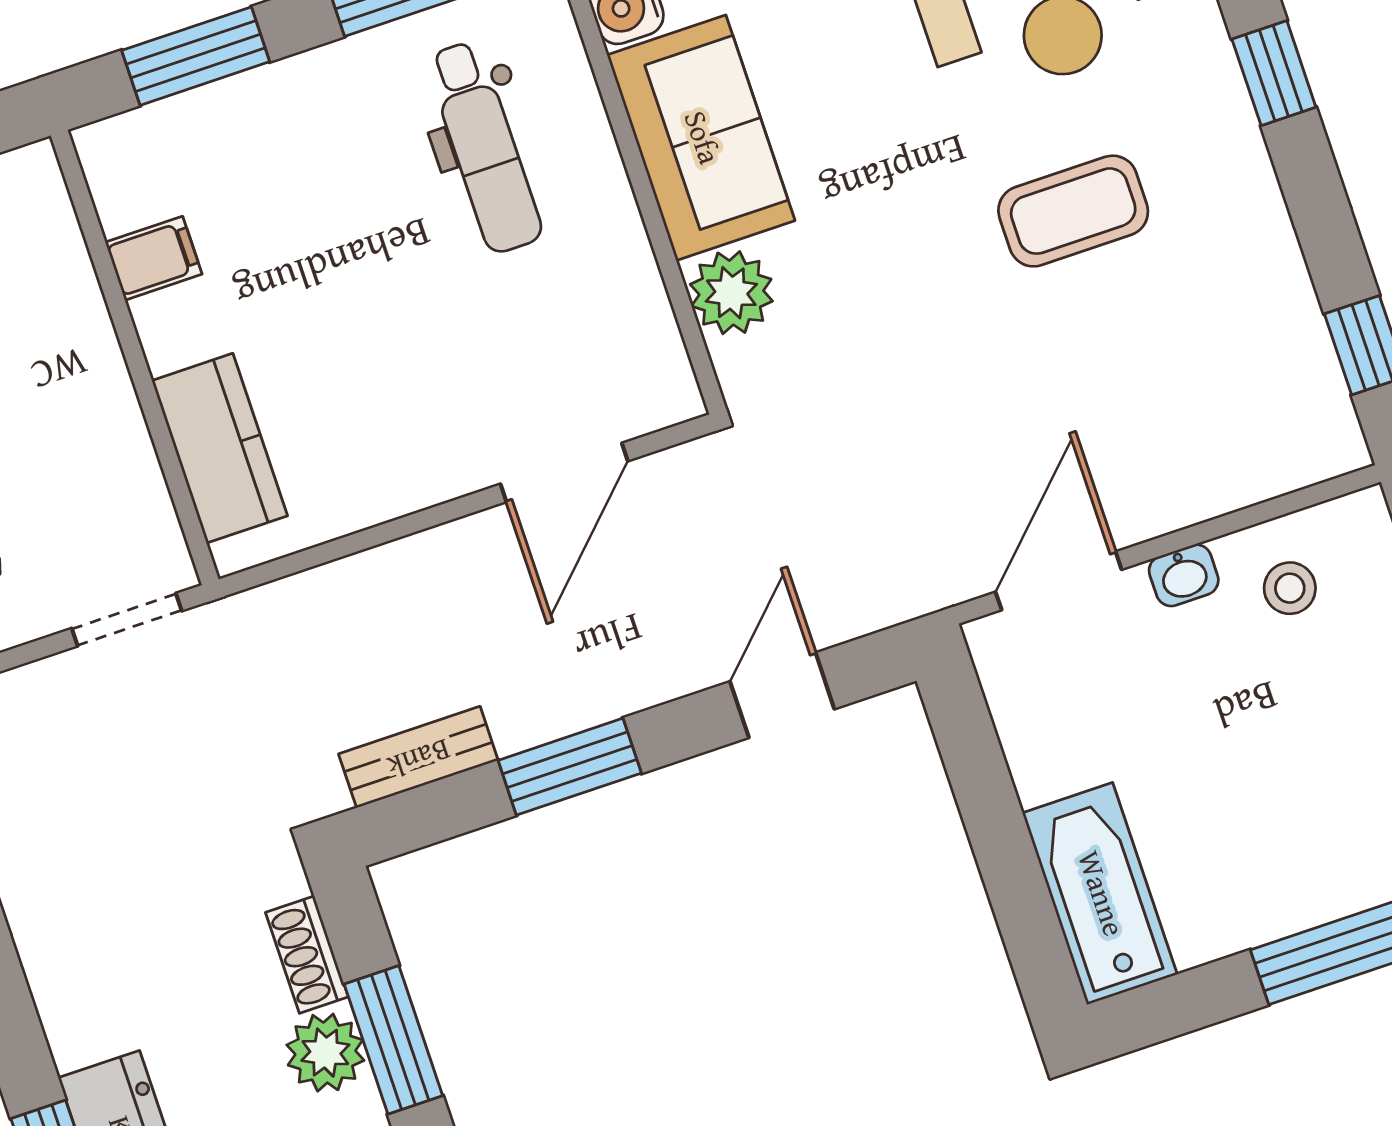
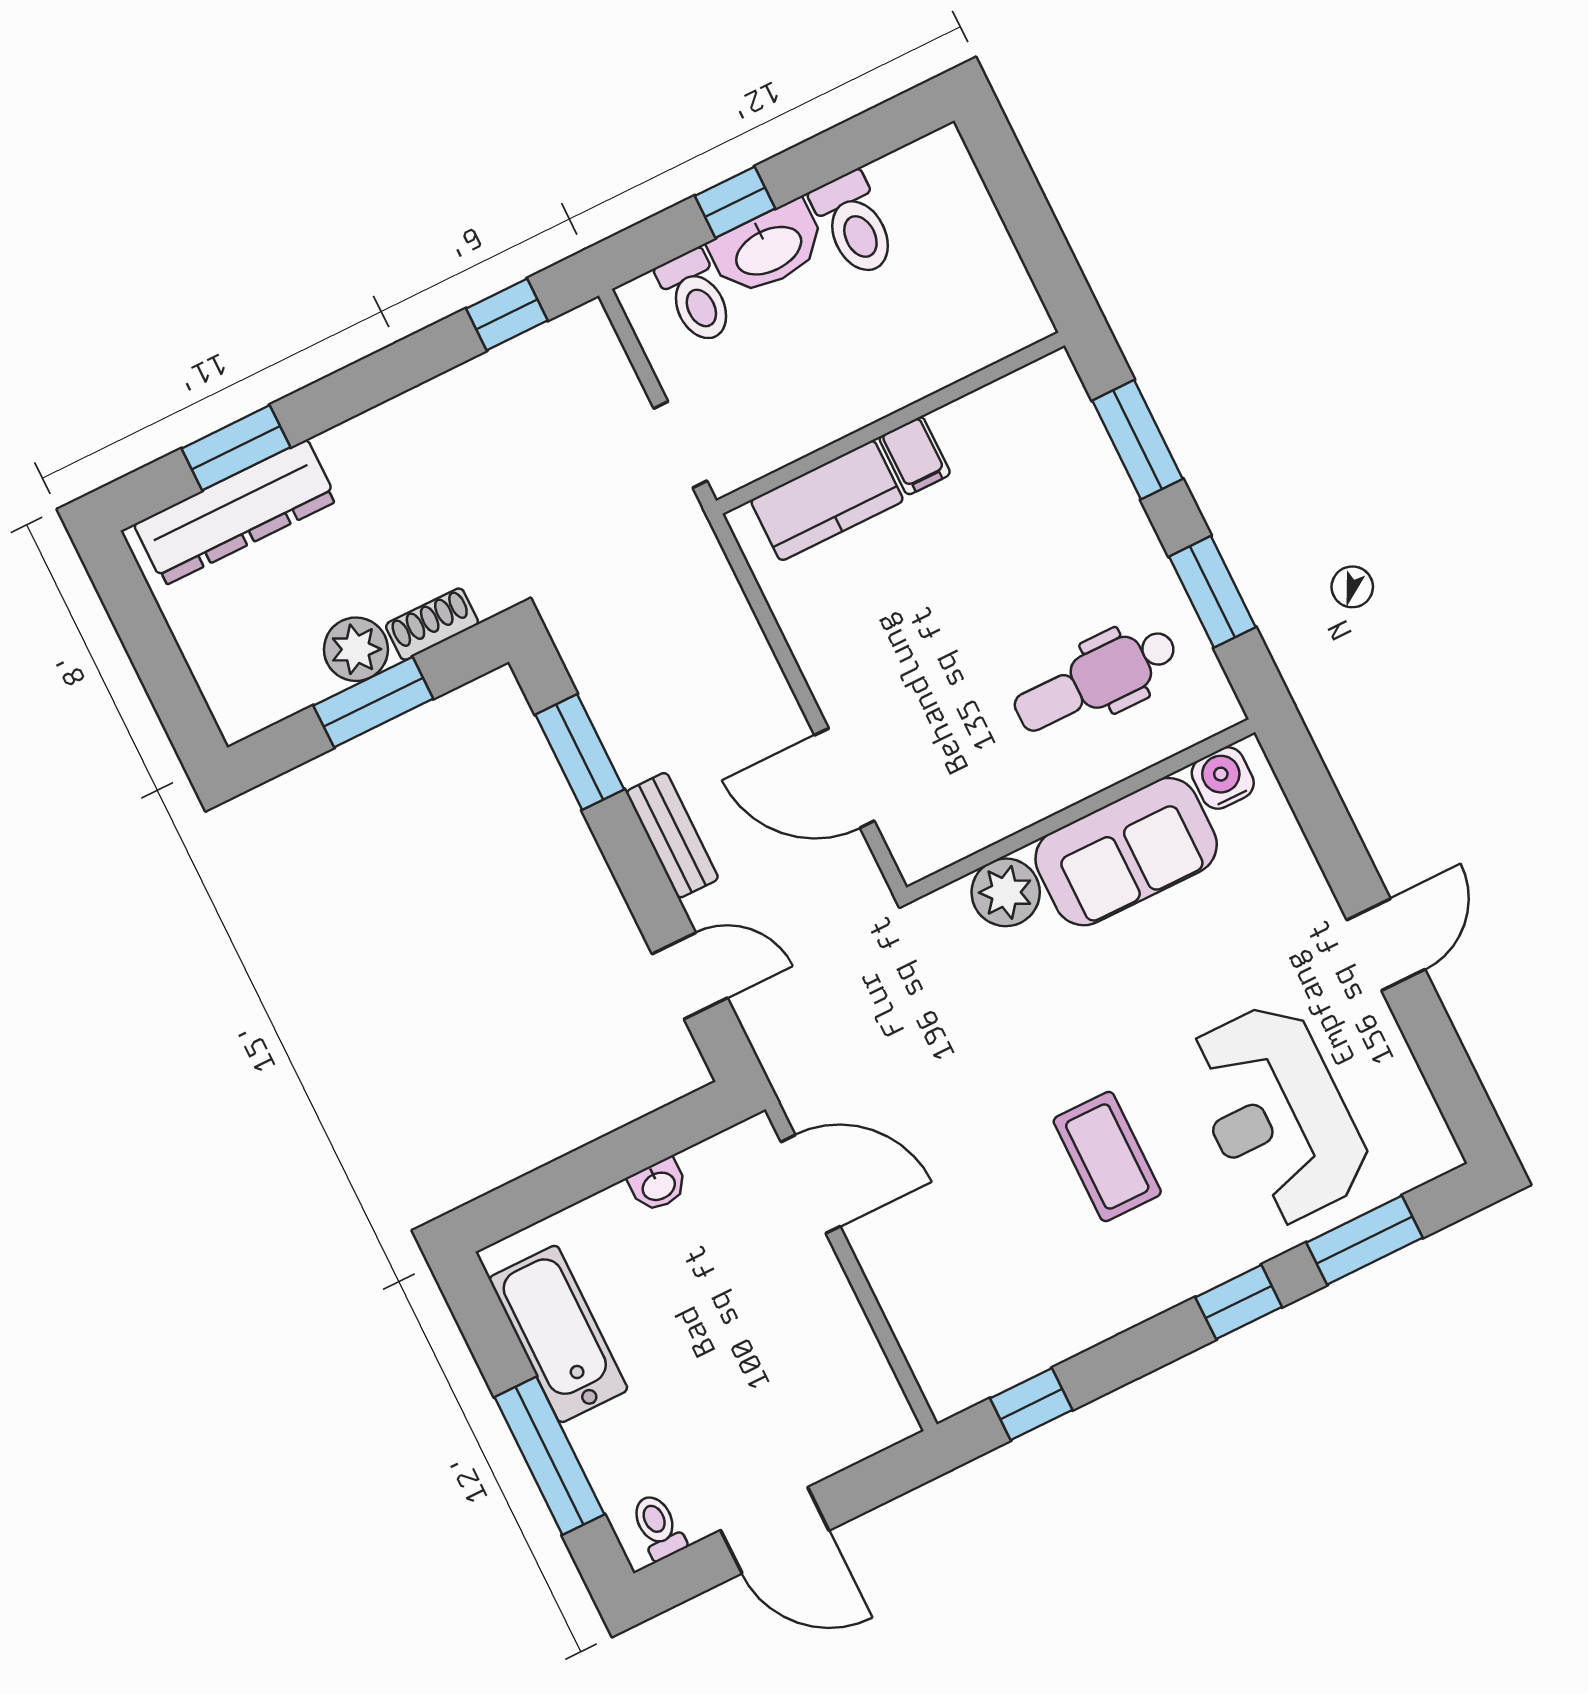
filing cabinet: (154, 258) -> (915, 456), moved
washbasin: (1184, 575) -> (658, 1185), moved, turned -90
stool: (1290, 588) -> (829, 1370), removed
bench: (418, 757) -> (672, 835), moved
window: (570, 767) -> (580, 752), moved
bathtub: (1100, 894) -> (558, 1334), moved, turned -90

